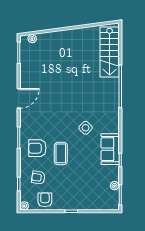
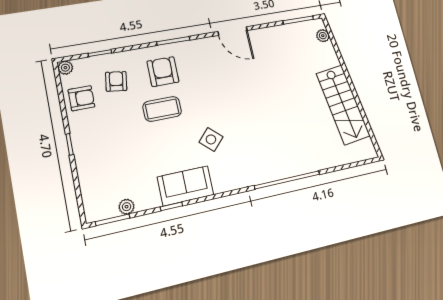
stairs: (110, 52) -> (343, 105), moved, turned -97

